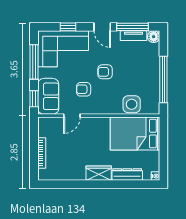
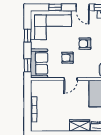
window: (34, 62) -> (27, 36), width x0.46
door: (72, 116) -> (71, 79), moved

